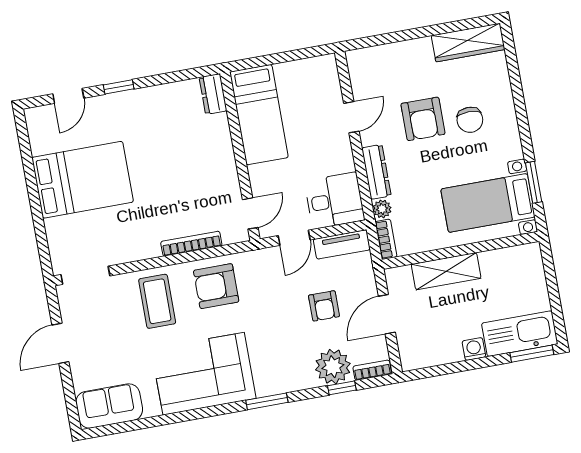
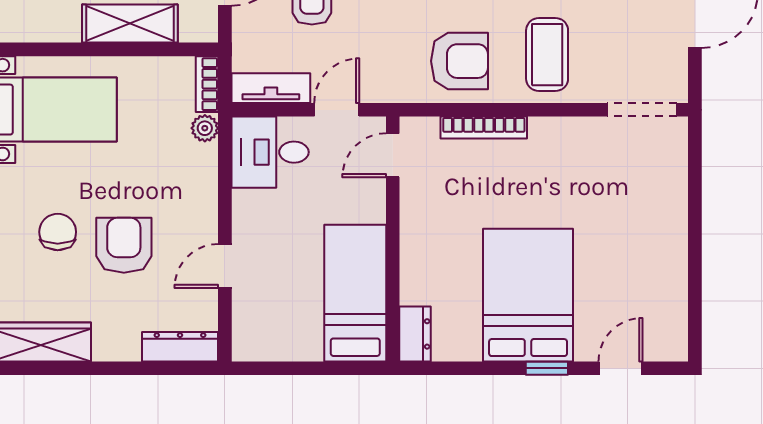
dresser: (376, 172) -> (180, 347), moved, turned 90
bed: (83, 180) -> (528, 295), moved, turned 90

